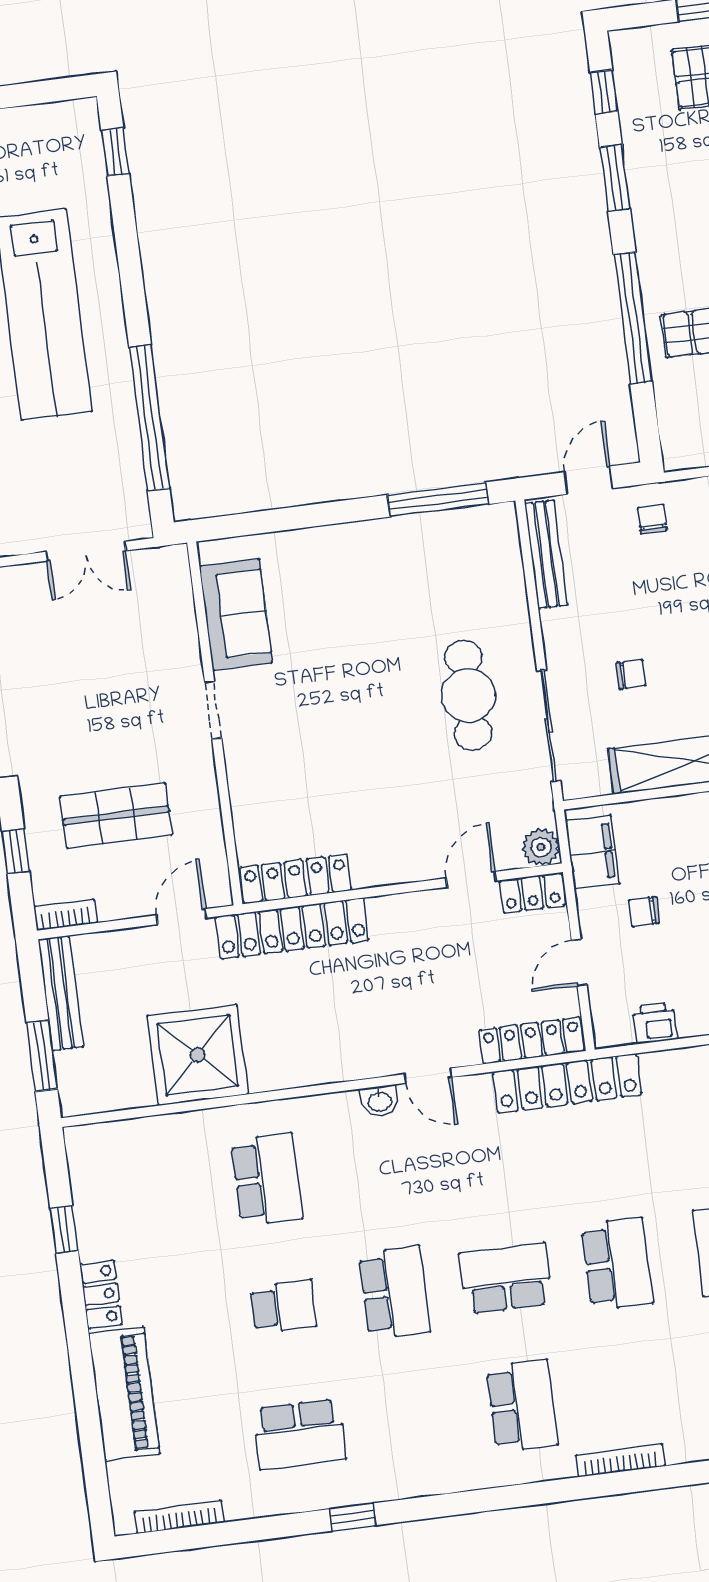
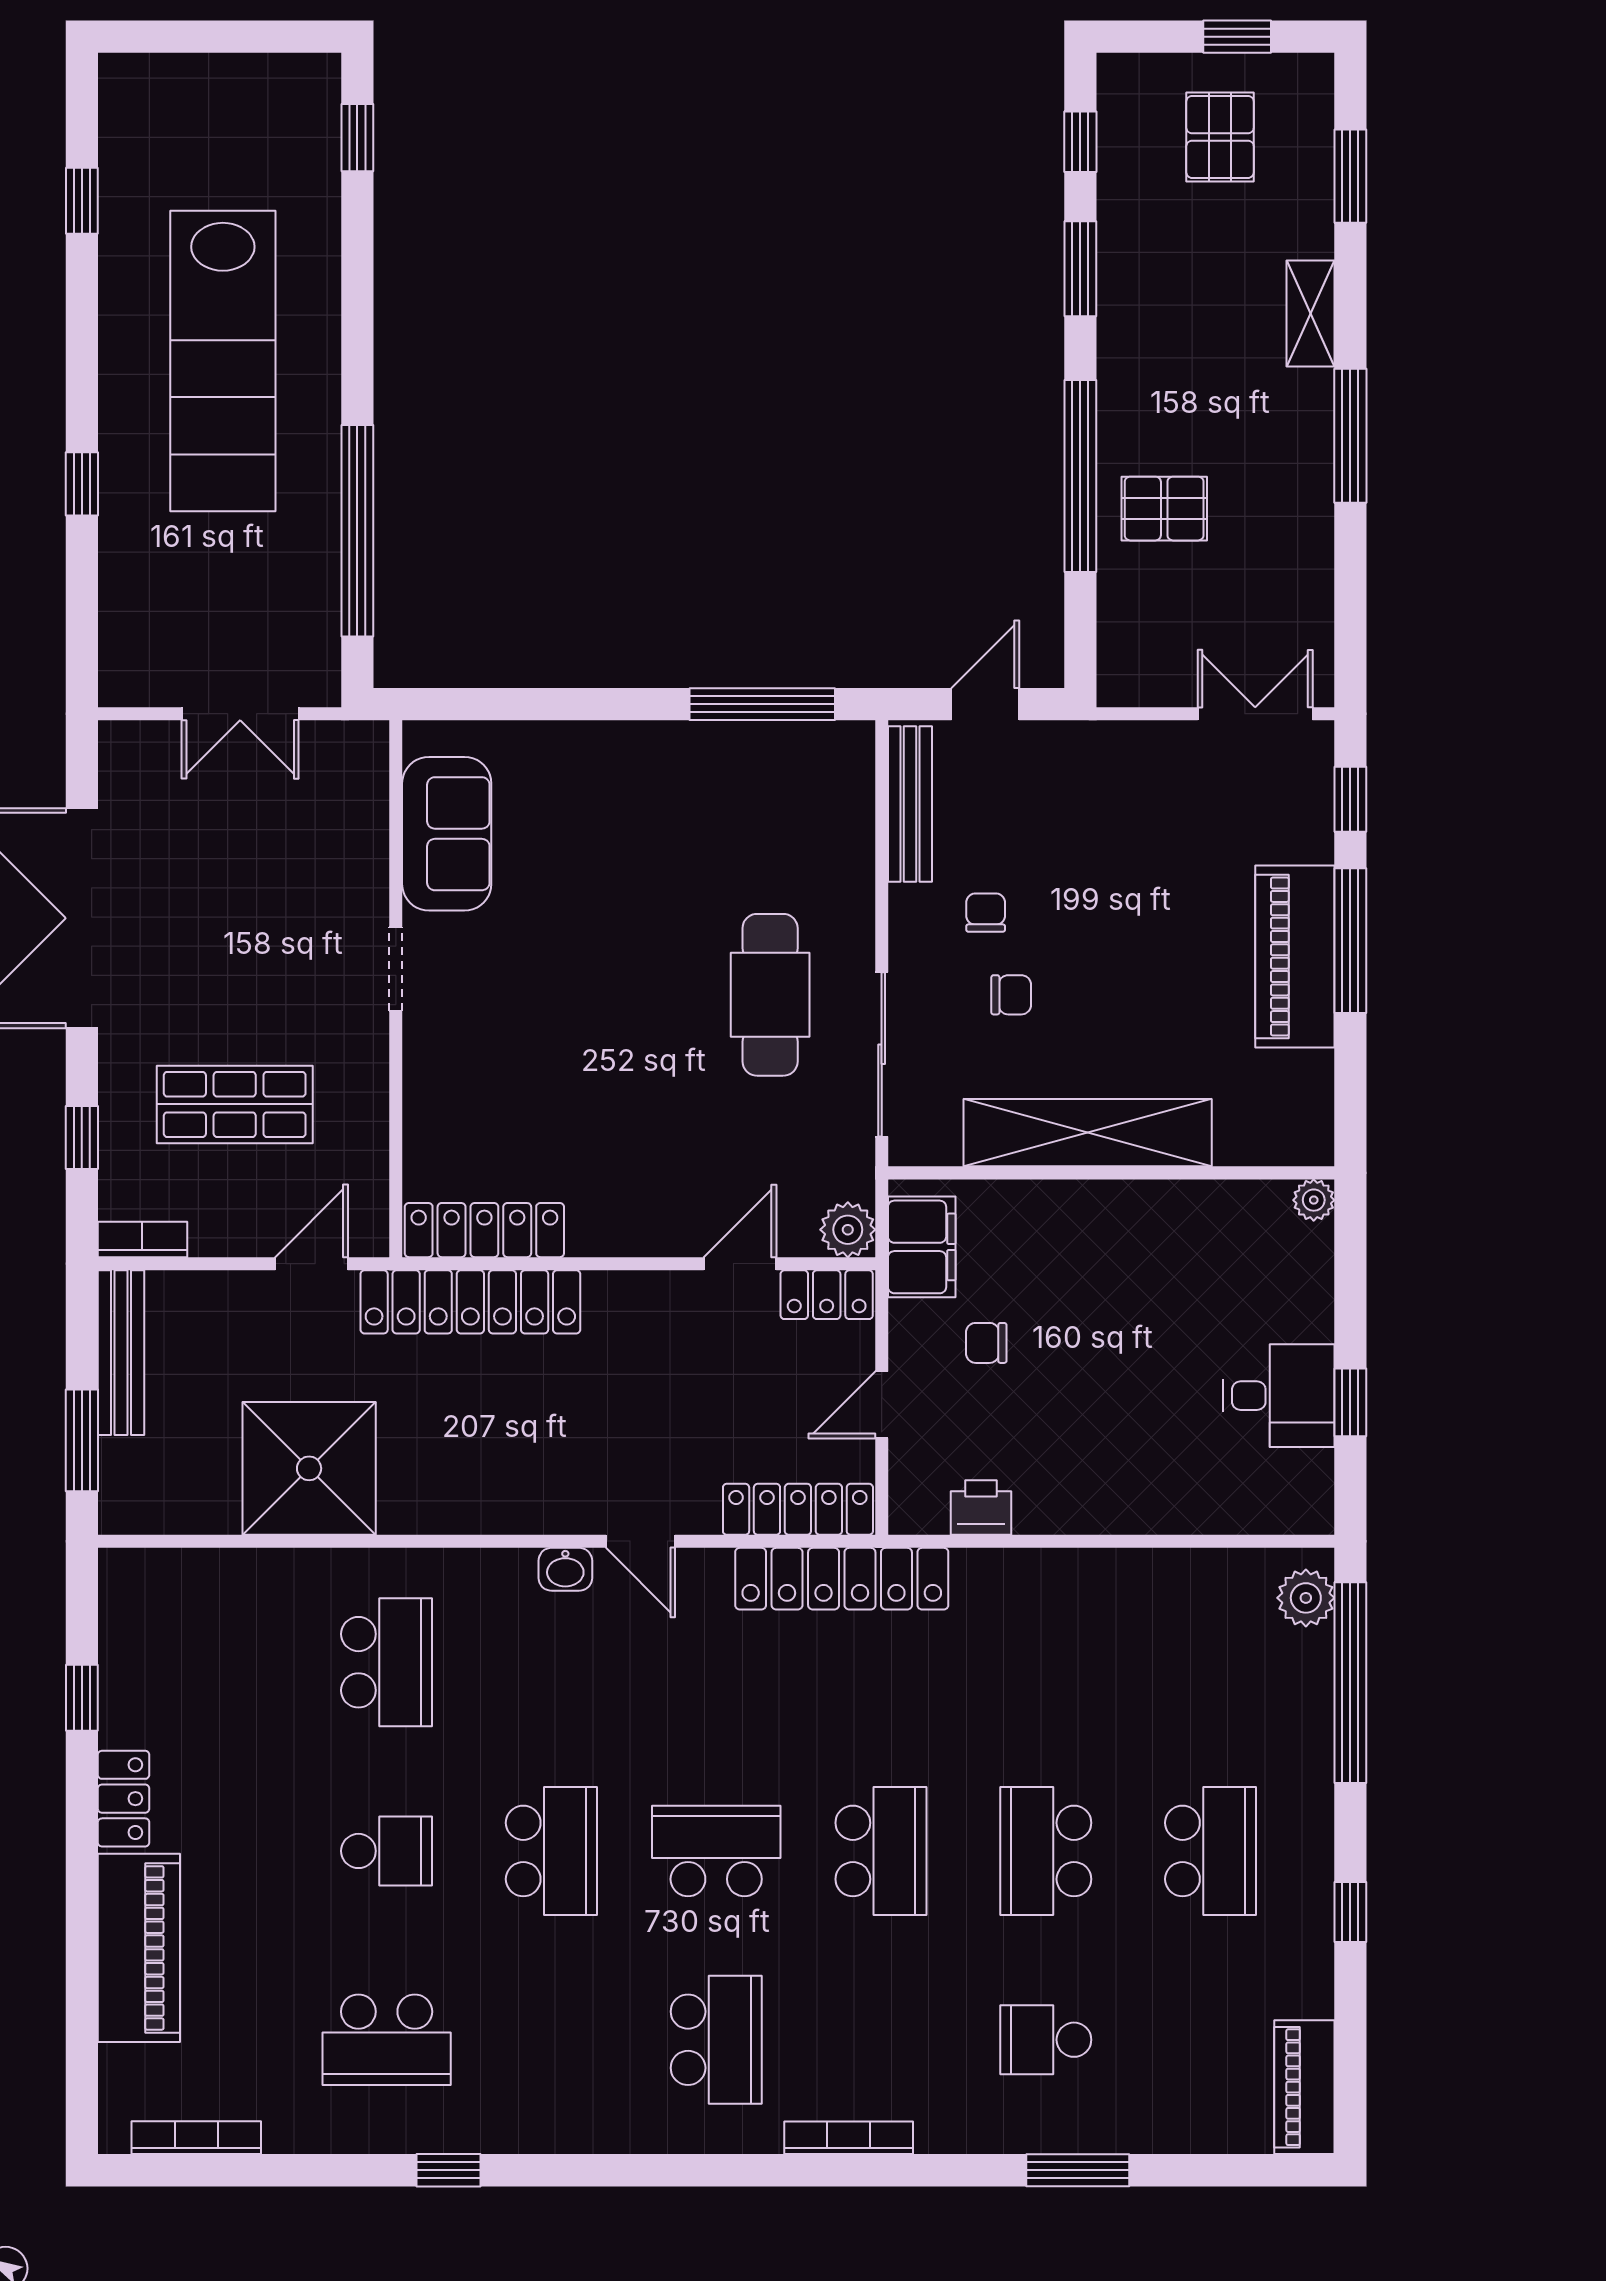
chair: (652, 519) -> (986, 913), moved

